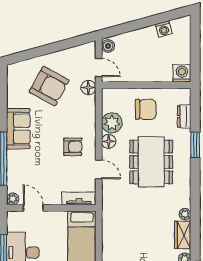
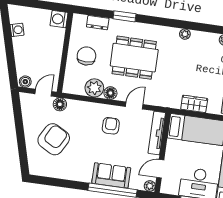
sofa: (18, 129) -> (111, 175), moved
tv unit: (79, 198) -> (157, 133), width x1.41
wardrobe: (183, 235) -> (194, 104), moved, turned 180

